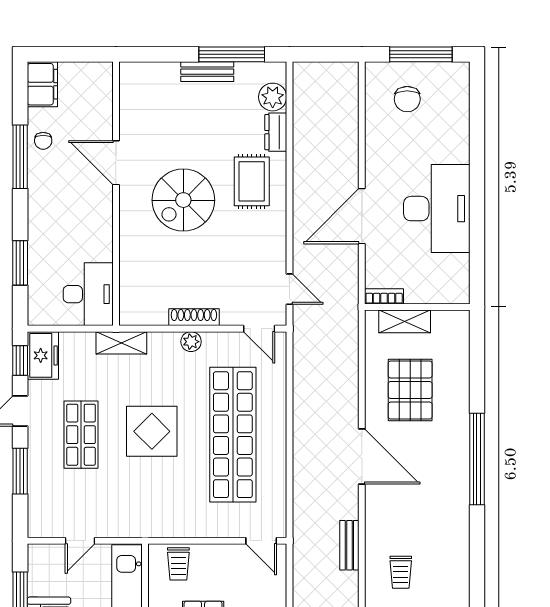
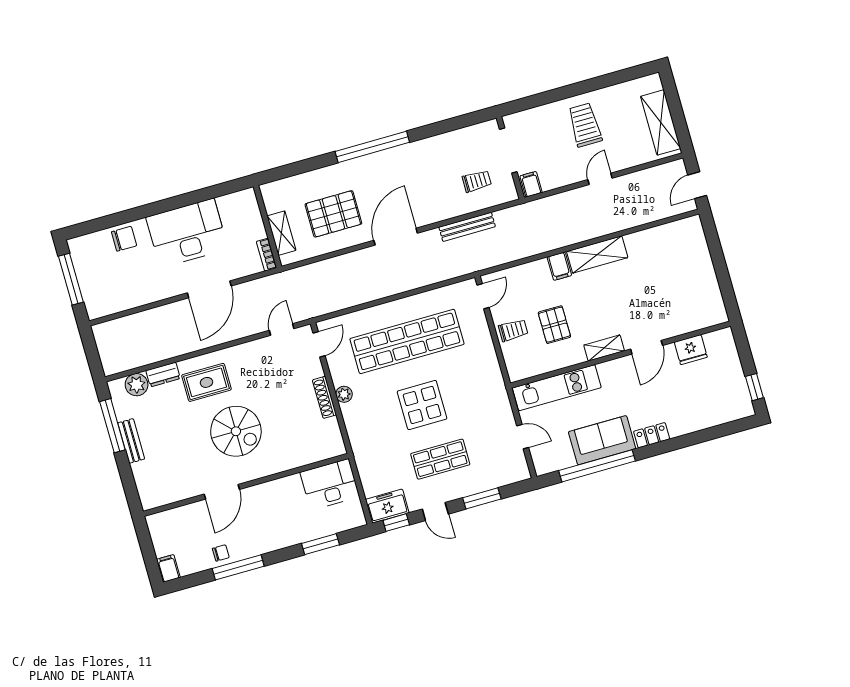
filing cabinet: (42, 84) -> (168, 568), width x0.50
chair: (407, 99) -> (124, 239), moved
door: (362, 216) -> (209, 289), hinge flipped
shelving: (121, 343) -> (360, 448), removed
bench: (349, 545) -> (467, 227), width x1.36
trolley: (178, 564) -> (513, 330), moved

